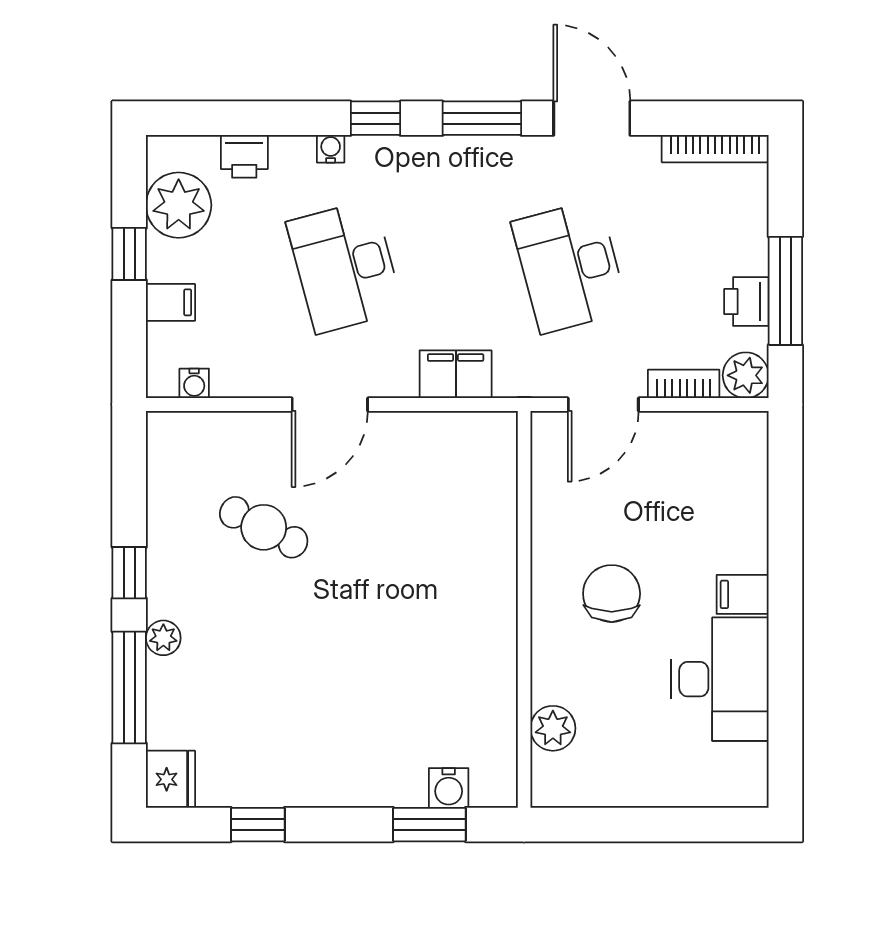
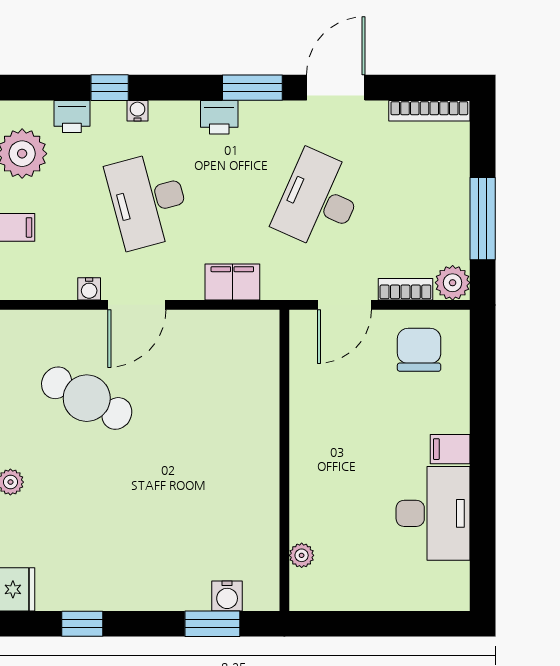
window: (375, 118) -> (110, 88), moved
door: (592, 118) -> (336, 88), hinge flipped
desk: (570, 267) -> (319, 200), turned 39
printer: (746, 301) -> (219, 117), moved, turned -90
water cooler: (194, 383) -> (89, 289), moved
cafe table: (264, 527) -> (87, 398), width x1.37, depth x1.35
chair: (612, 594) -> (419, 350), moved
plant: (553, 728) -> (302, 555), width x0.73, depth x0.73

